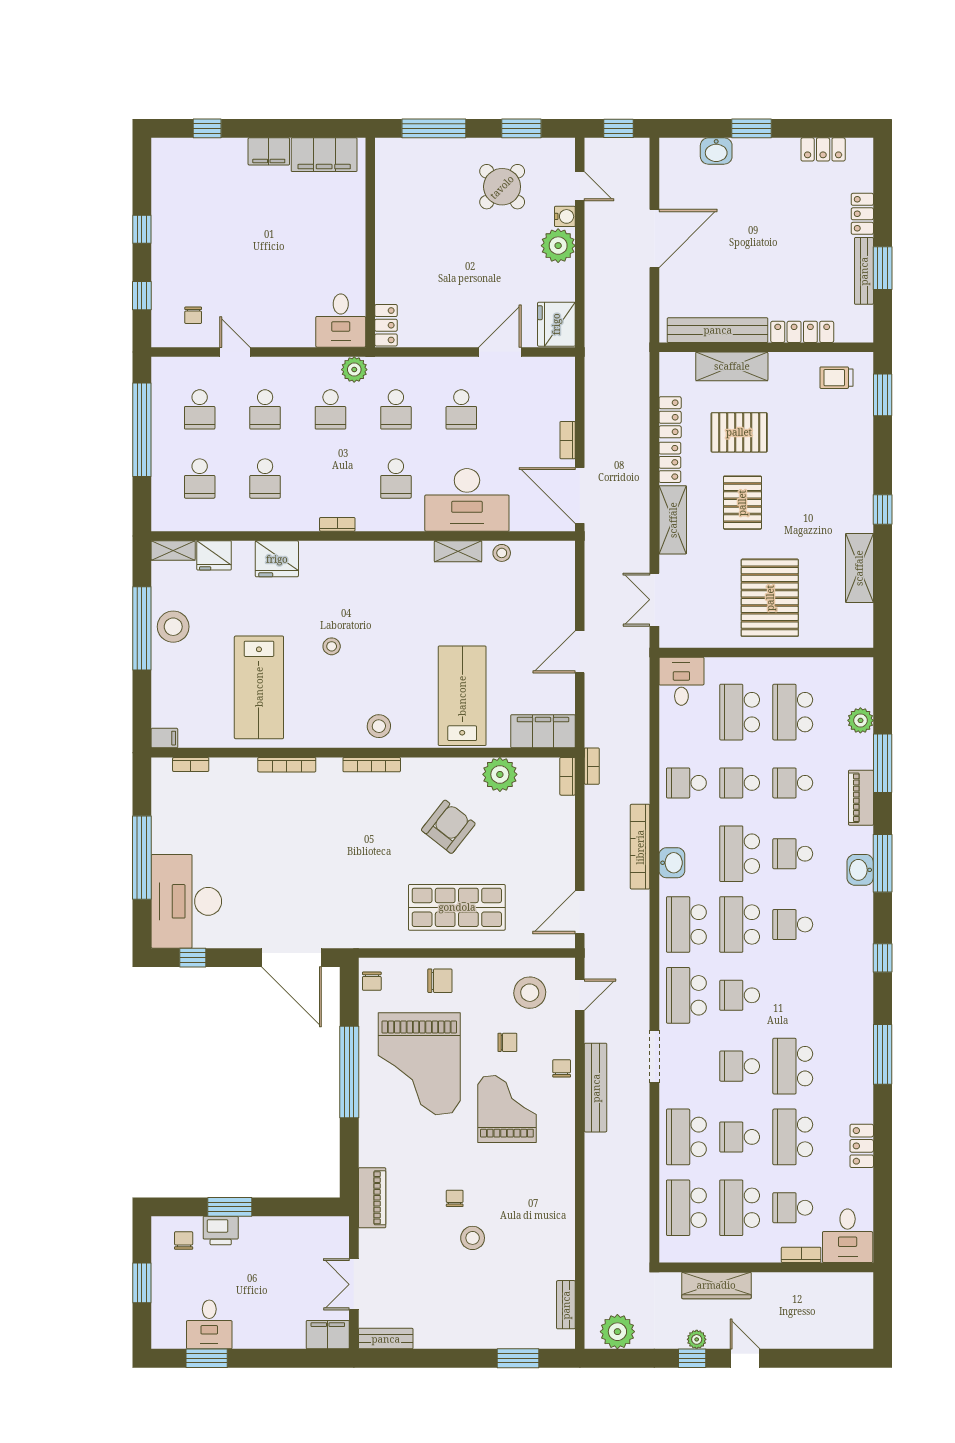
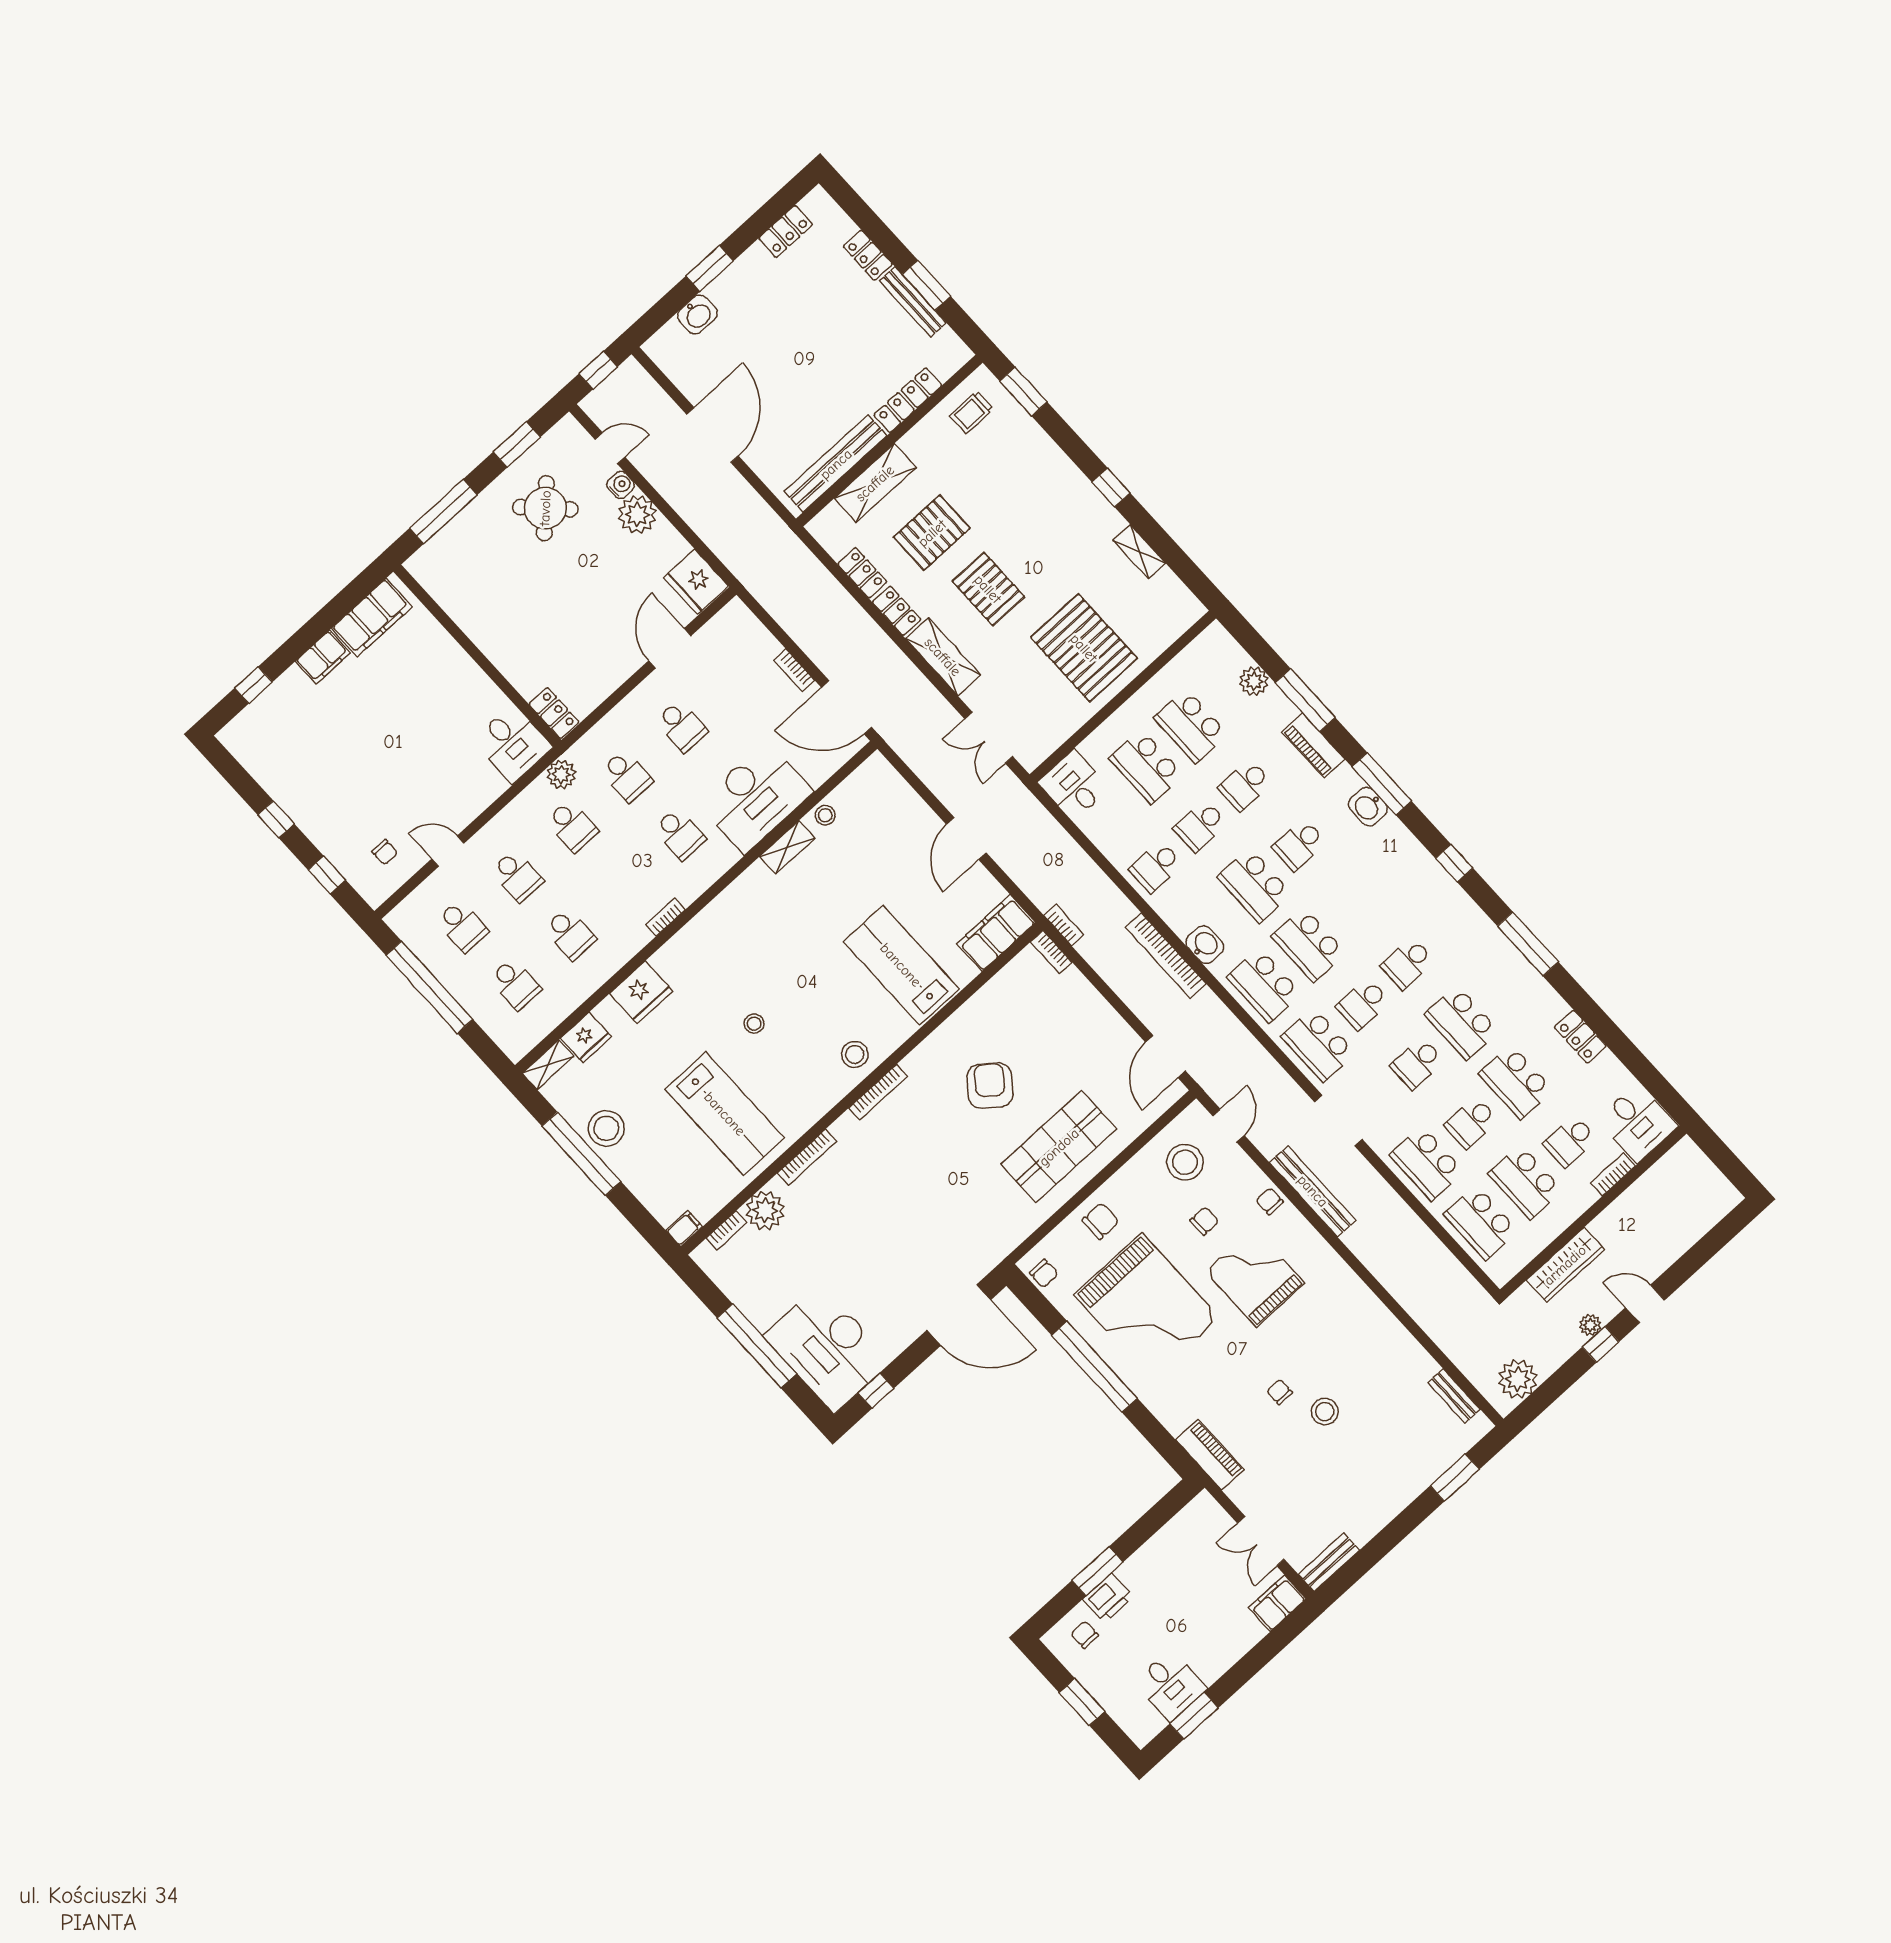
shelving: (859, 568) -> (1139, 552), width x0.67, depth x0.75
plant: (500, 774) -> (765, 1210), moved
school desk: (793, 925) -> (1407, 963), moved

